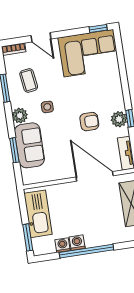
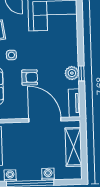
armchair: (89, 122) -> (30, 77), moved
washing machine: (77, 243) -> (48, 174), moved

